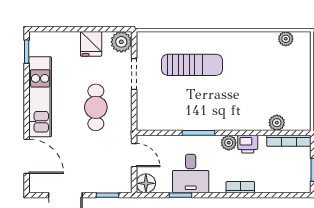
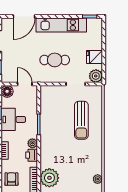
plant: (277, 123) -> (49, 178), width x1.87, depth x1.87
door: (134, 155) -> (25, 84), swing flipped
armchair: (286, 176) -> (11, 179), added

